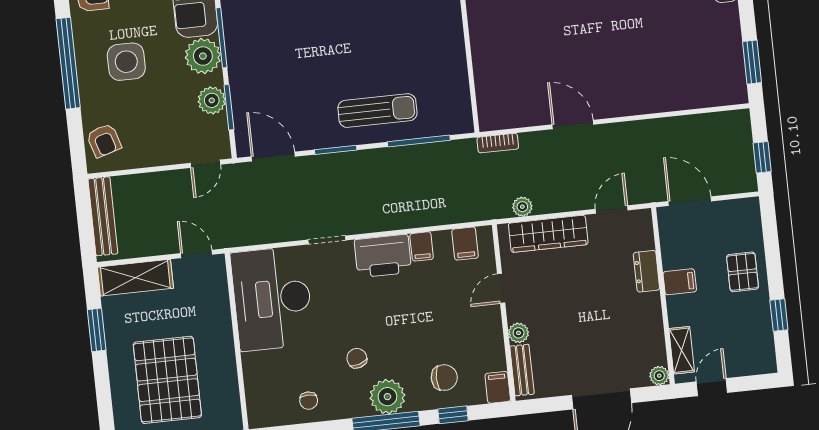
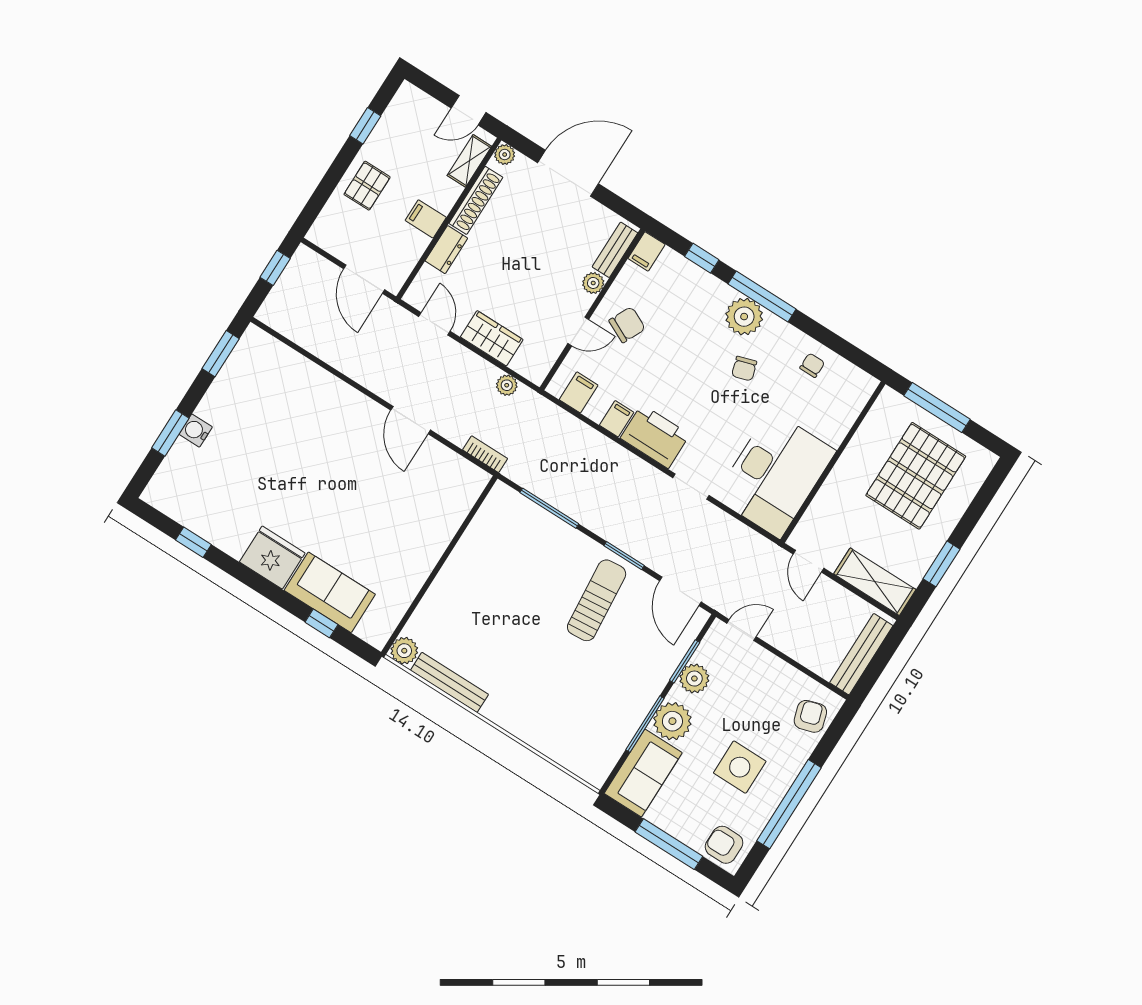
sun lounger: (377, 111) -> (597, 600), moved, turned 85
door: (612, 210) -> (434, 324), swing flipped
wardrobe: (548, 234) -> (492, 338), width x0.67
shoe rack: (654, 325) -> (476, 200), added
chair: (444, 378) -> (627, 325), moved, turned 116

